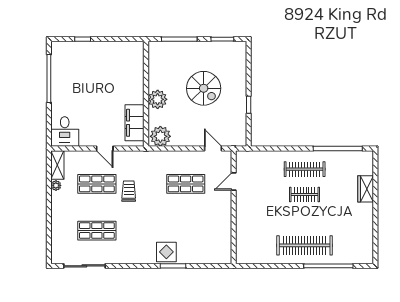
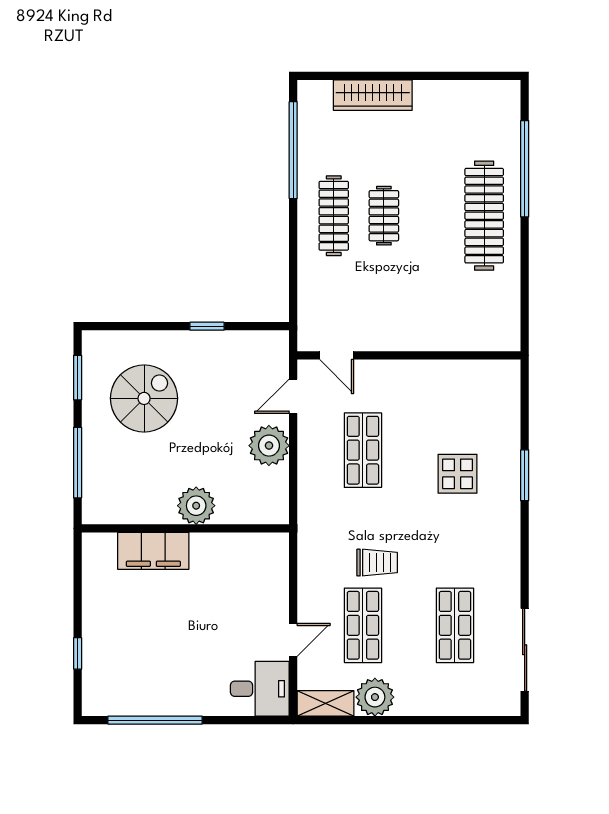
spiral stairs: (204, 88) -> (144, 398), moved
filing cabinet: (135, 123) -> (153, 551), moved
plant: (160, 136) -> (269, 446), moved
door: (105, 149) -> (293, 640), moved
door: (234, 182) -> (337, 355), moved
plant: (56, 185) -> (375, 697), width x1.88, depth x1.88
wardrobe: (366, 189) -> (373, 95), width x1.50
trolley: (129, 191) -> (377, 563), turned 180
display table: (166, 252) -> (458, 474), moved

